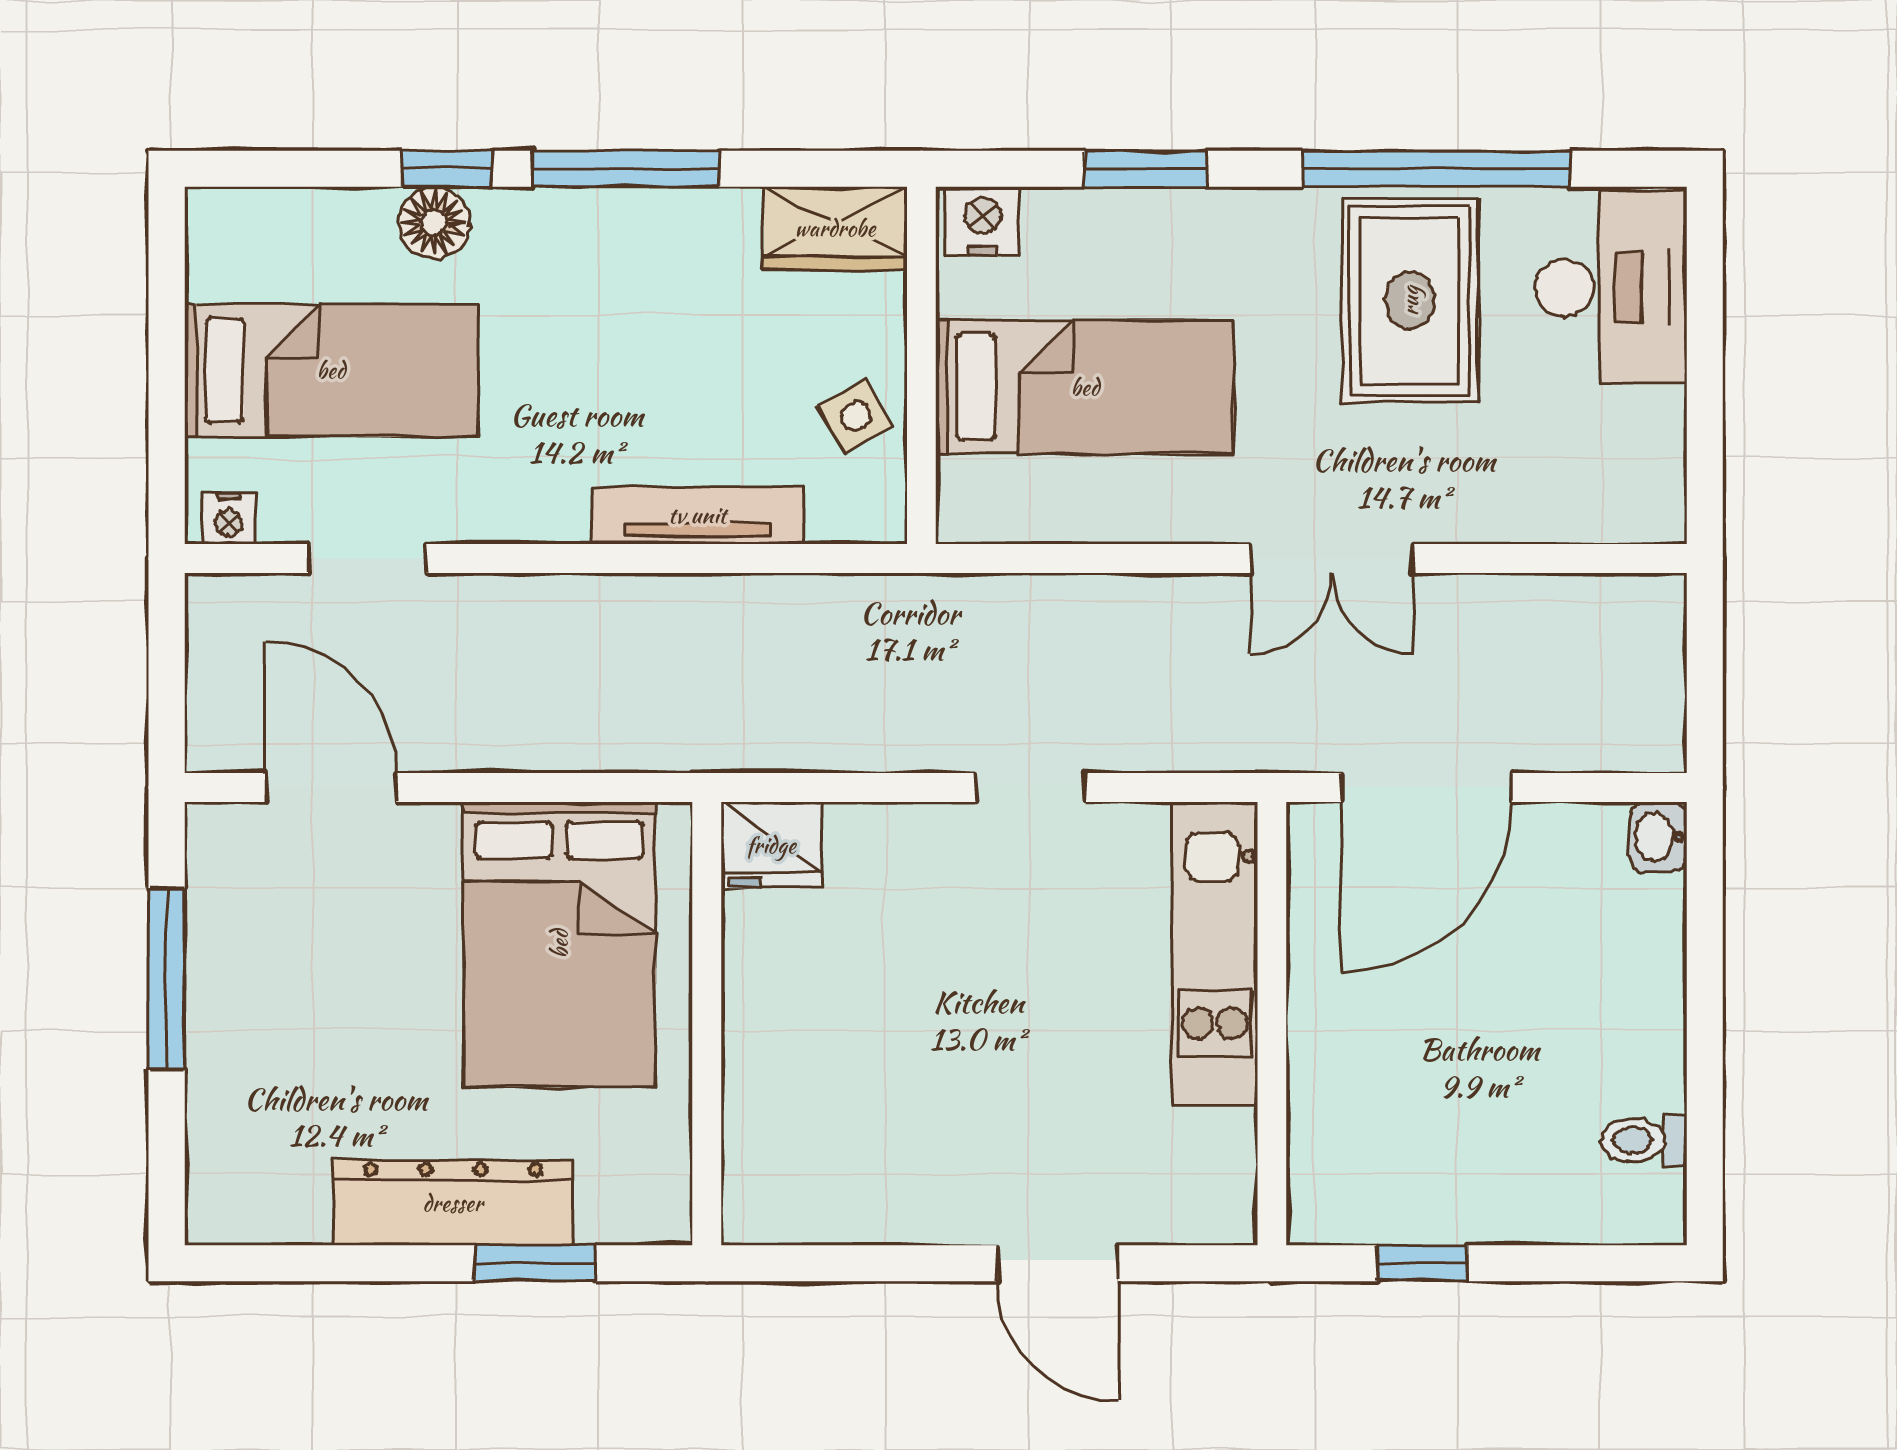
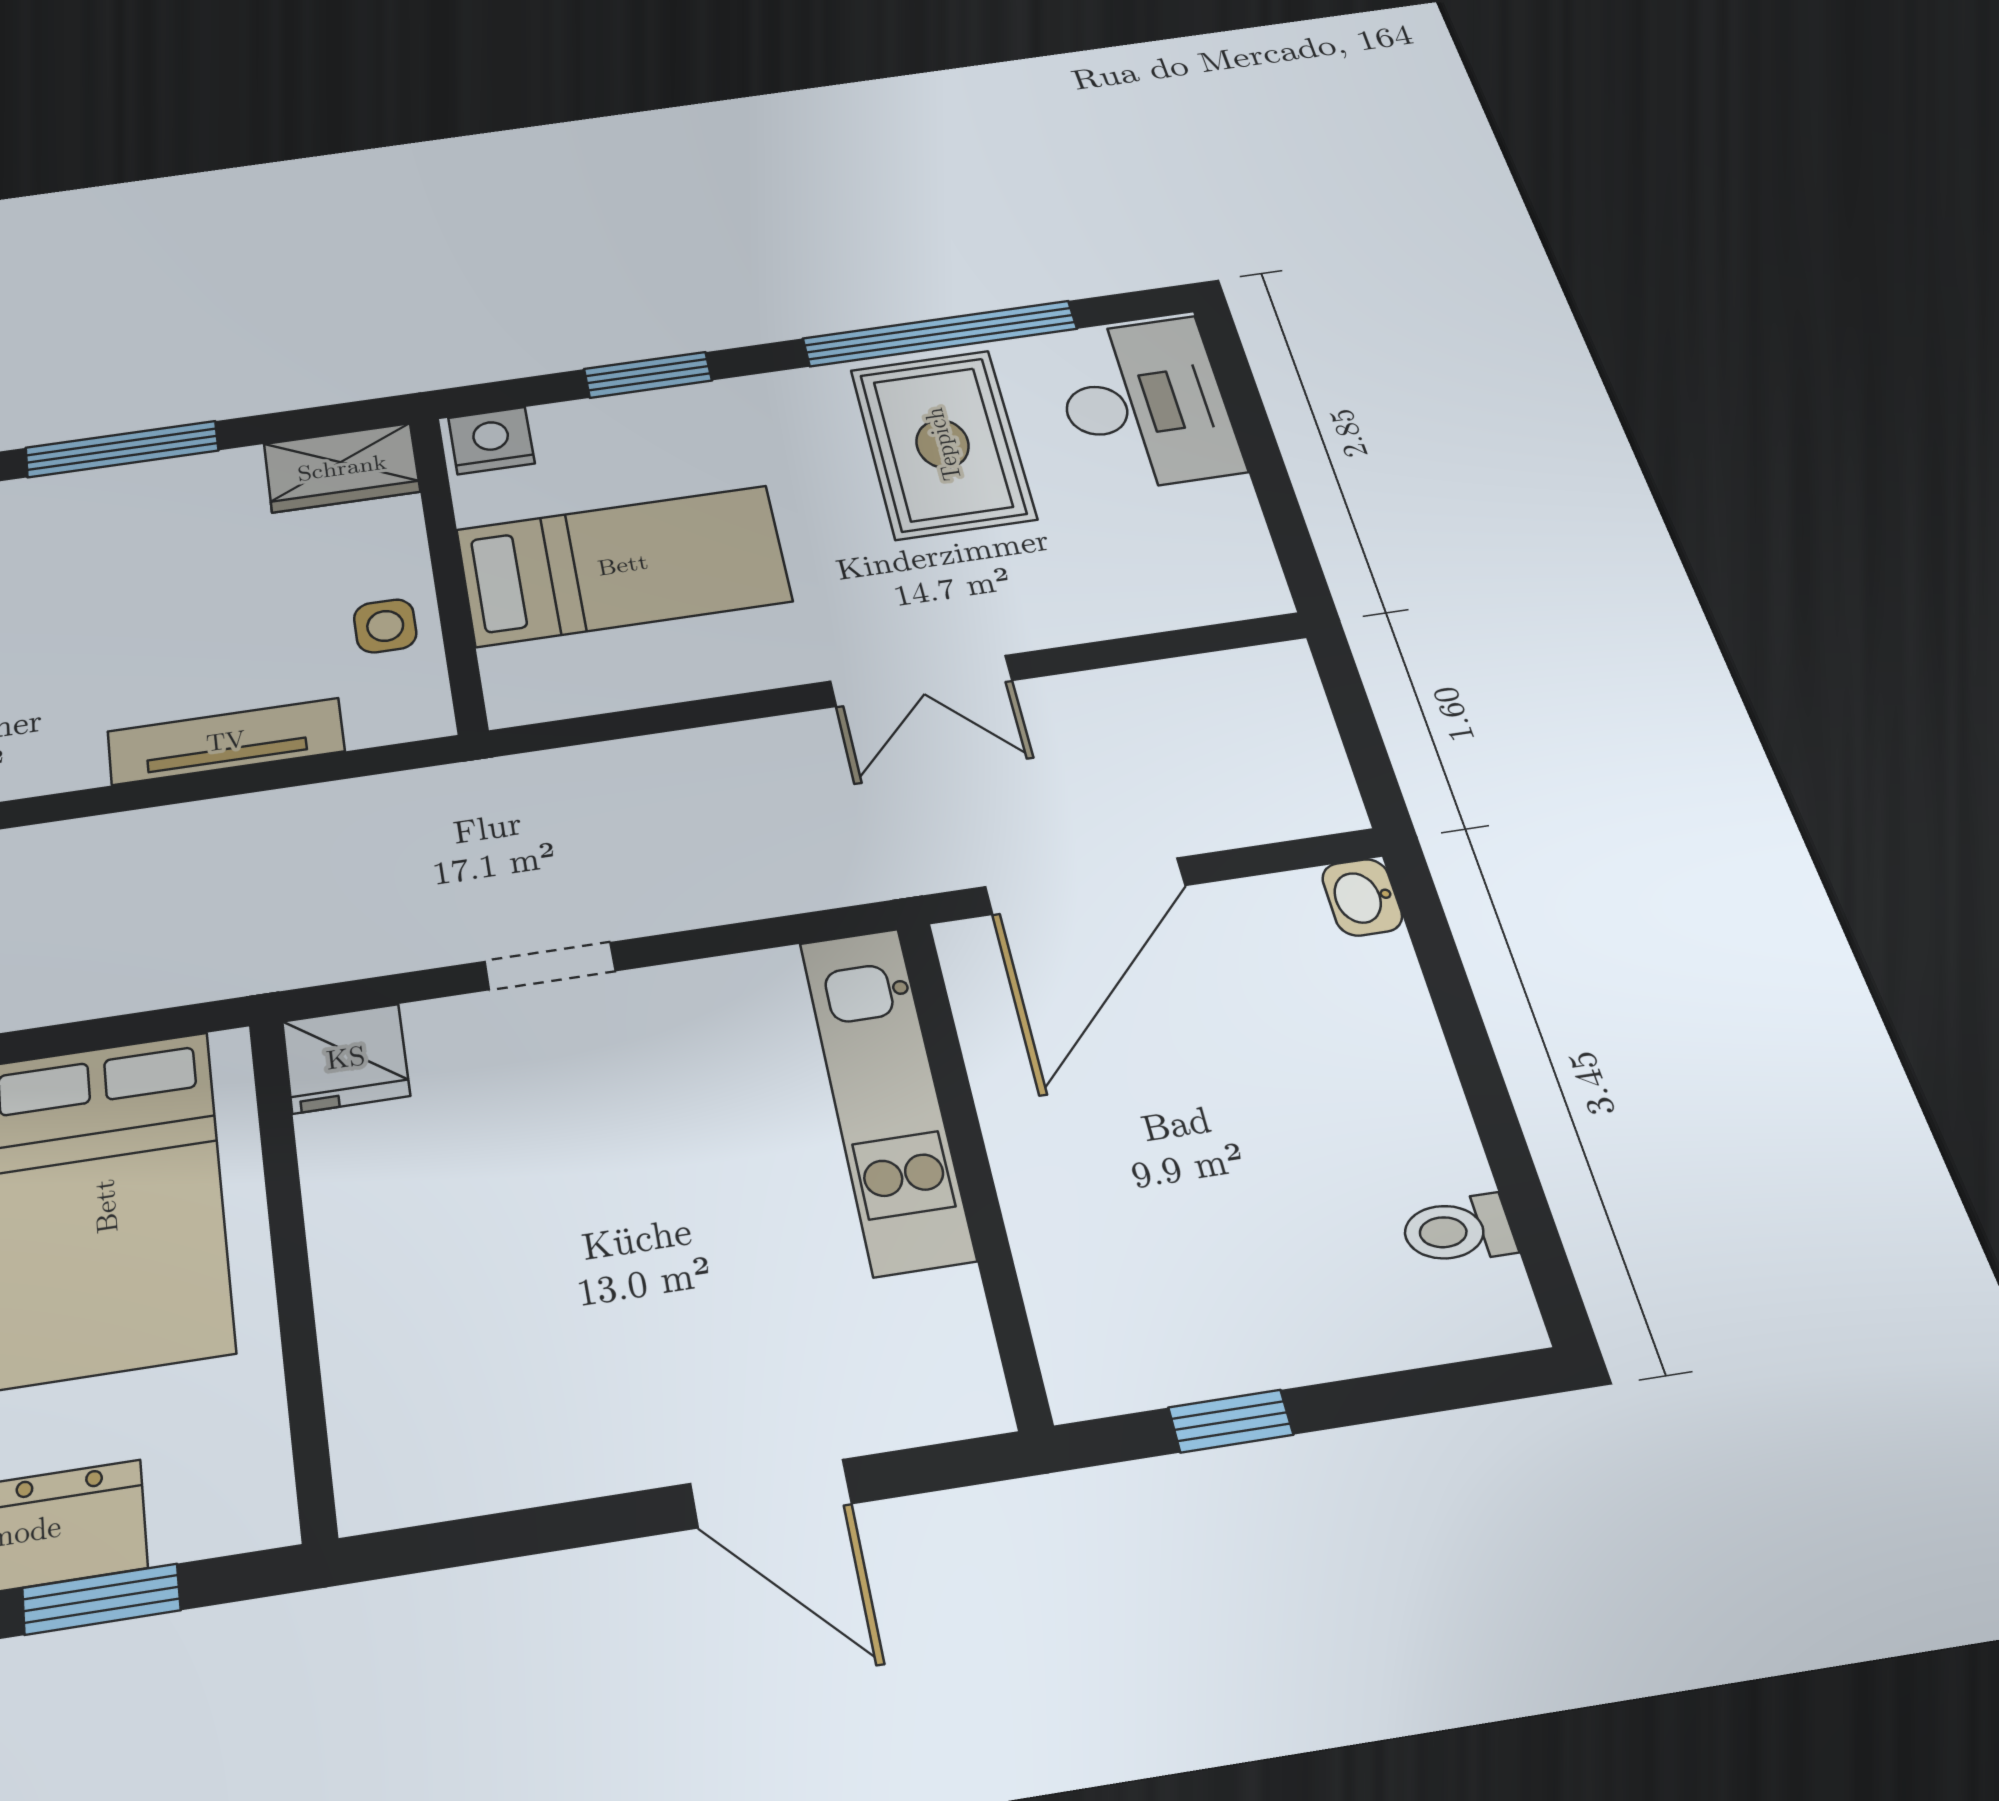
side table: (856, 416) -> (385, 626), turned 30
doorway: (1031, 787) -> (550, 966), moved

